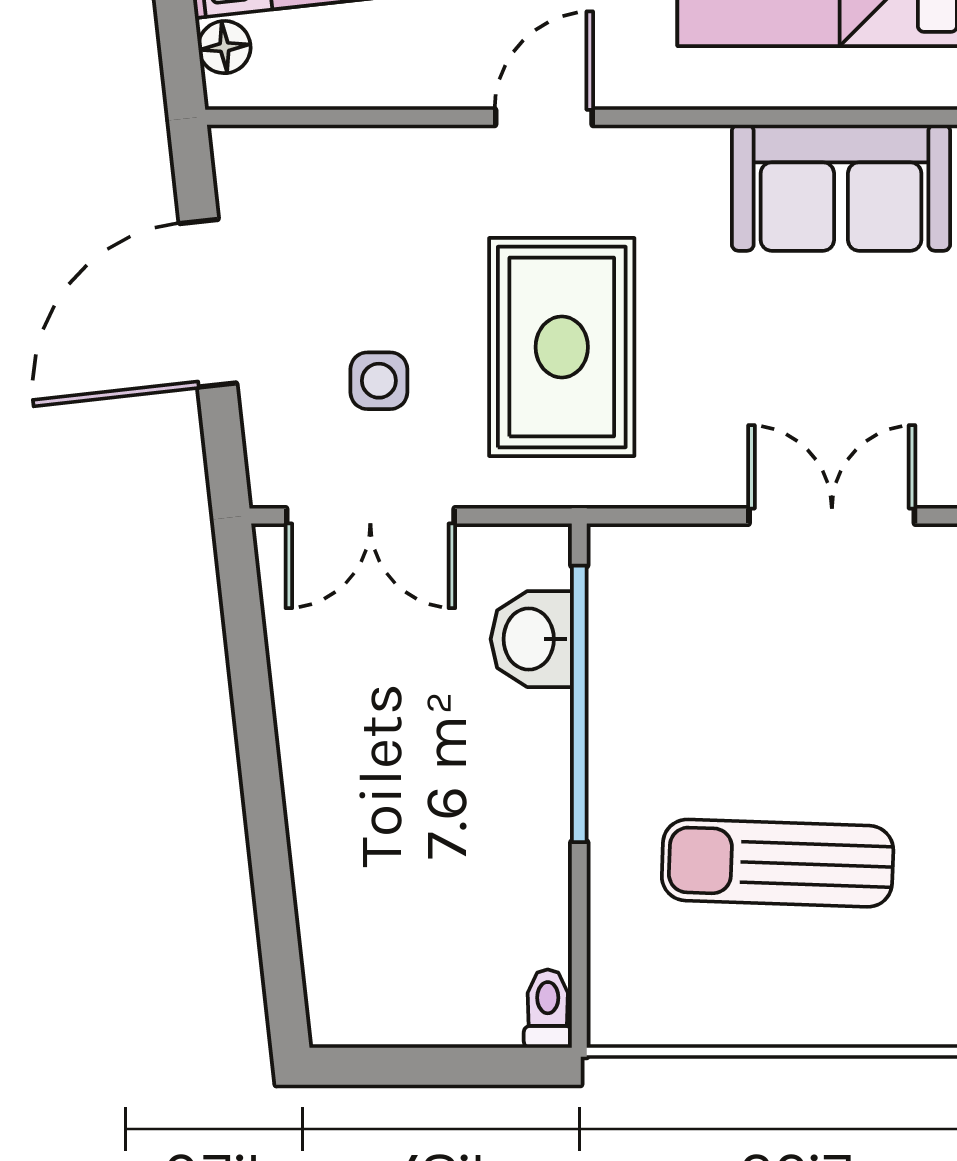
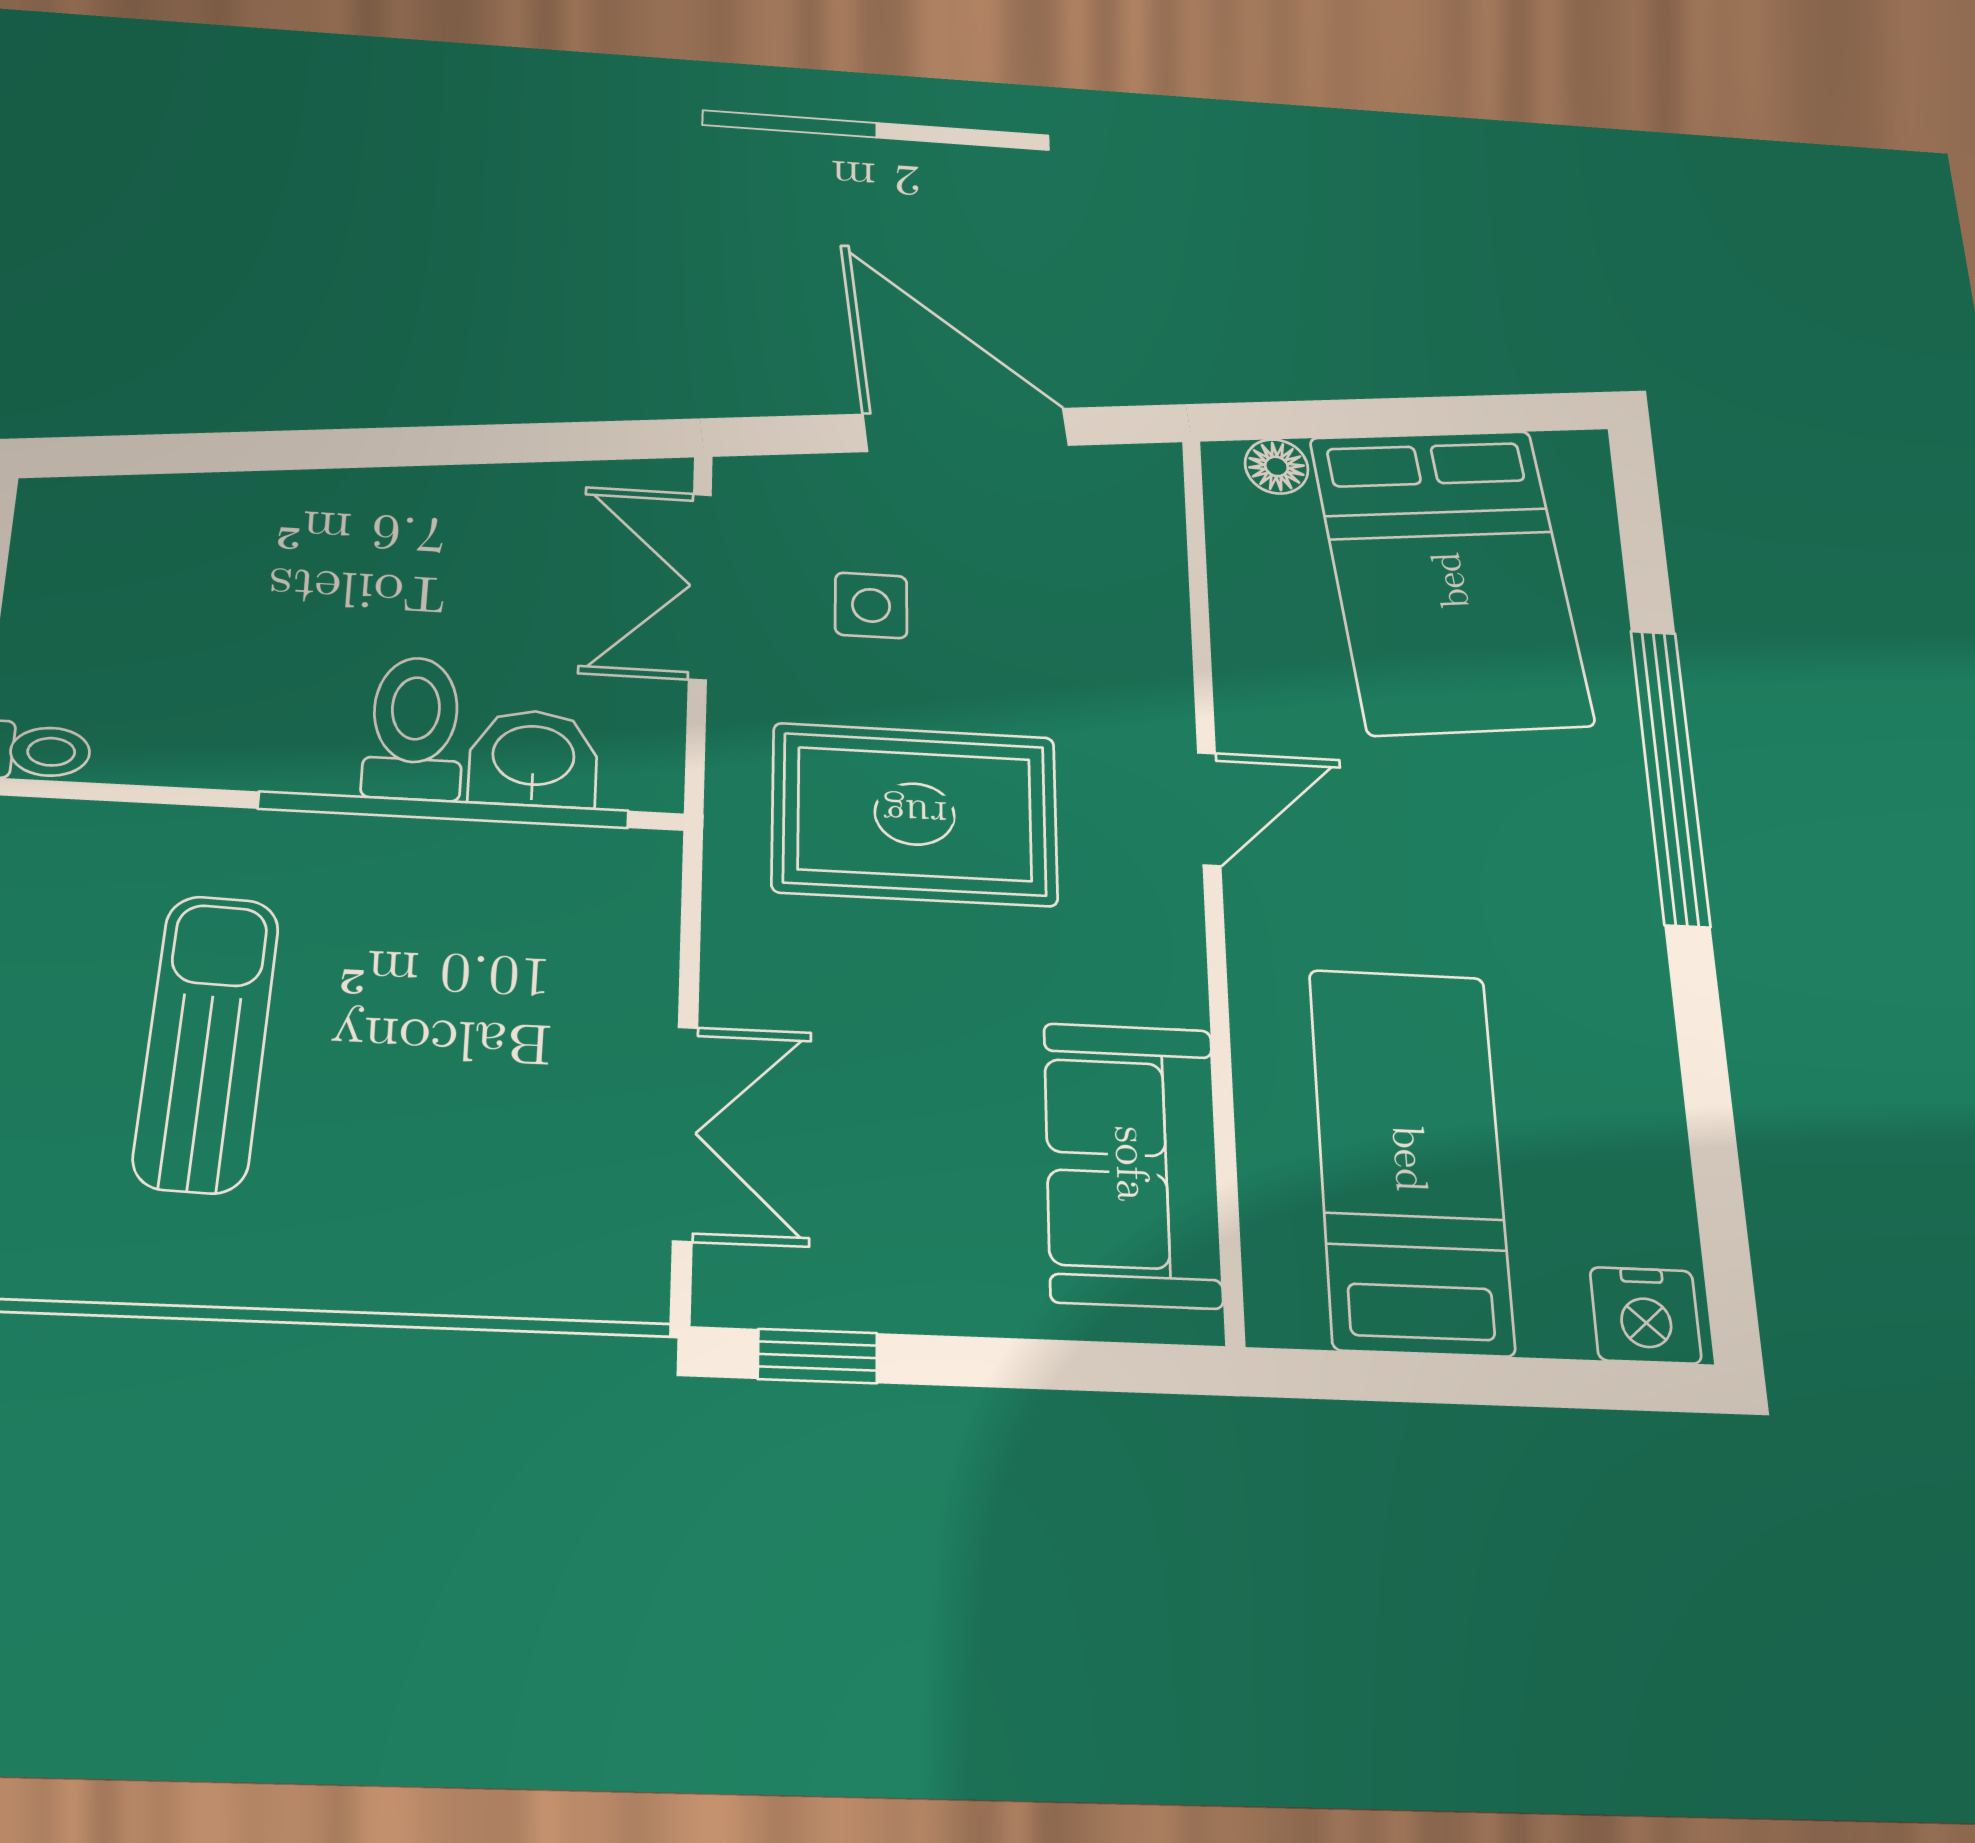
door: (544, 117) -> (1209, 809), hinge flipped
toilet: (511, 730) -> (415, 728), added

